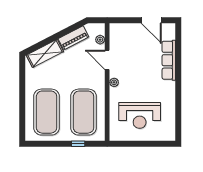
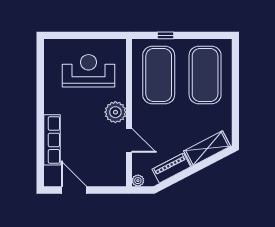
plant: (100, 40) -> (138, 181), moved
plant: (114, 82) -> (115, 112), width x1.88, depth x1.88

